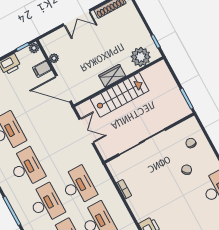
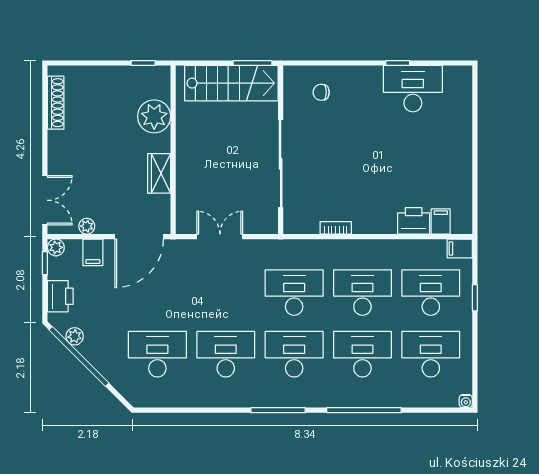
double door: (77, 18) -> (45, 200), moved
plant: (141, 57) -> (154, 116), moved
wardrobe: (112, 76) -> (159, 173), moved
stairs: (120, 95) -> (231, 83), moved, turned 90
chair: (187, 170) -> (357, 120), removed

